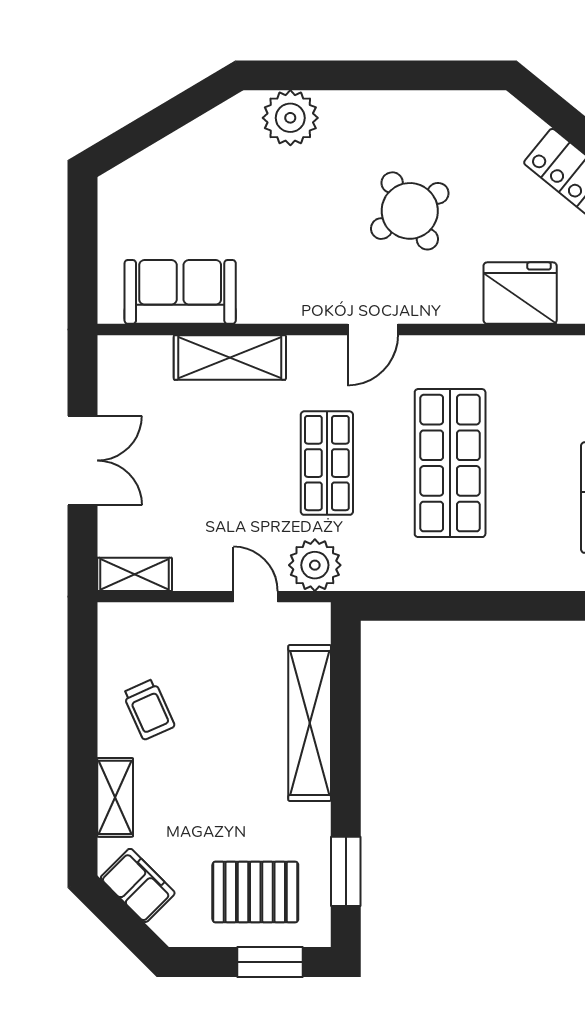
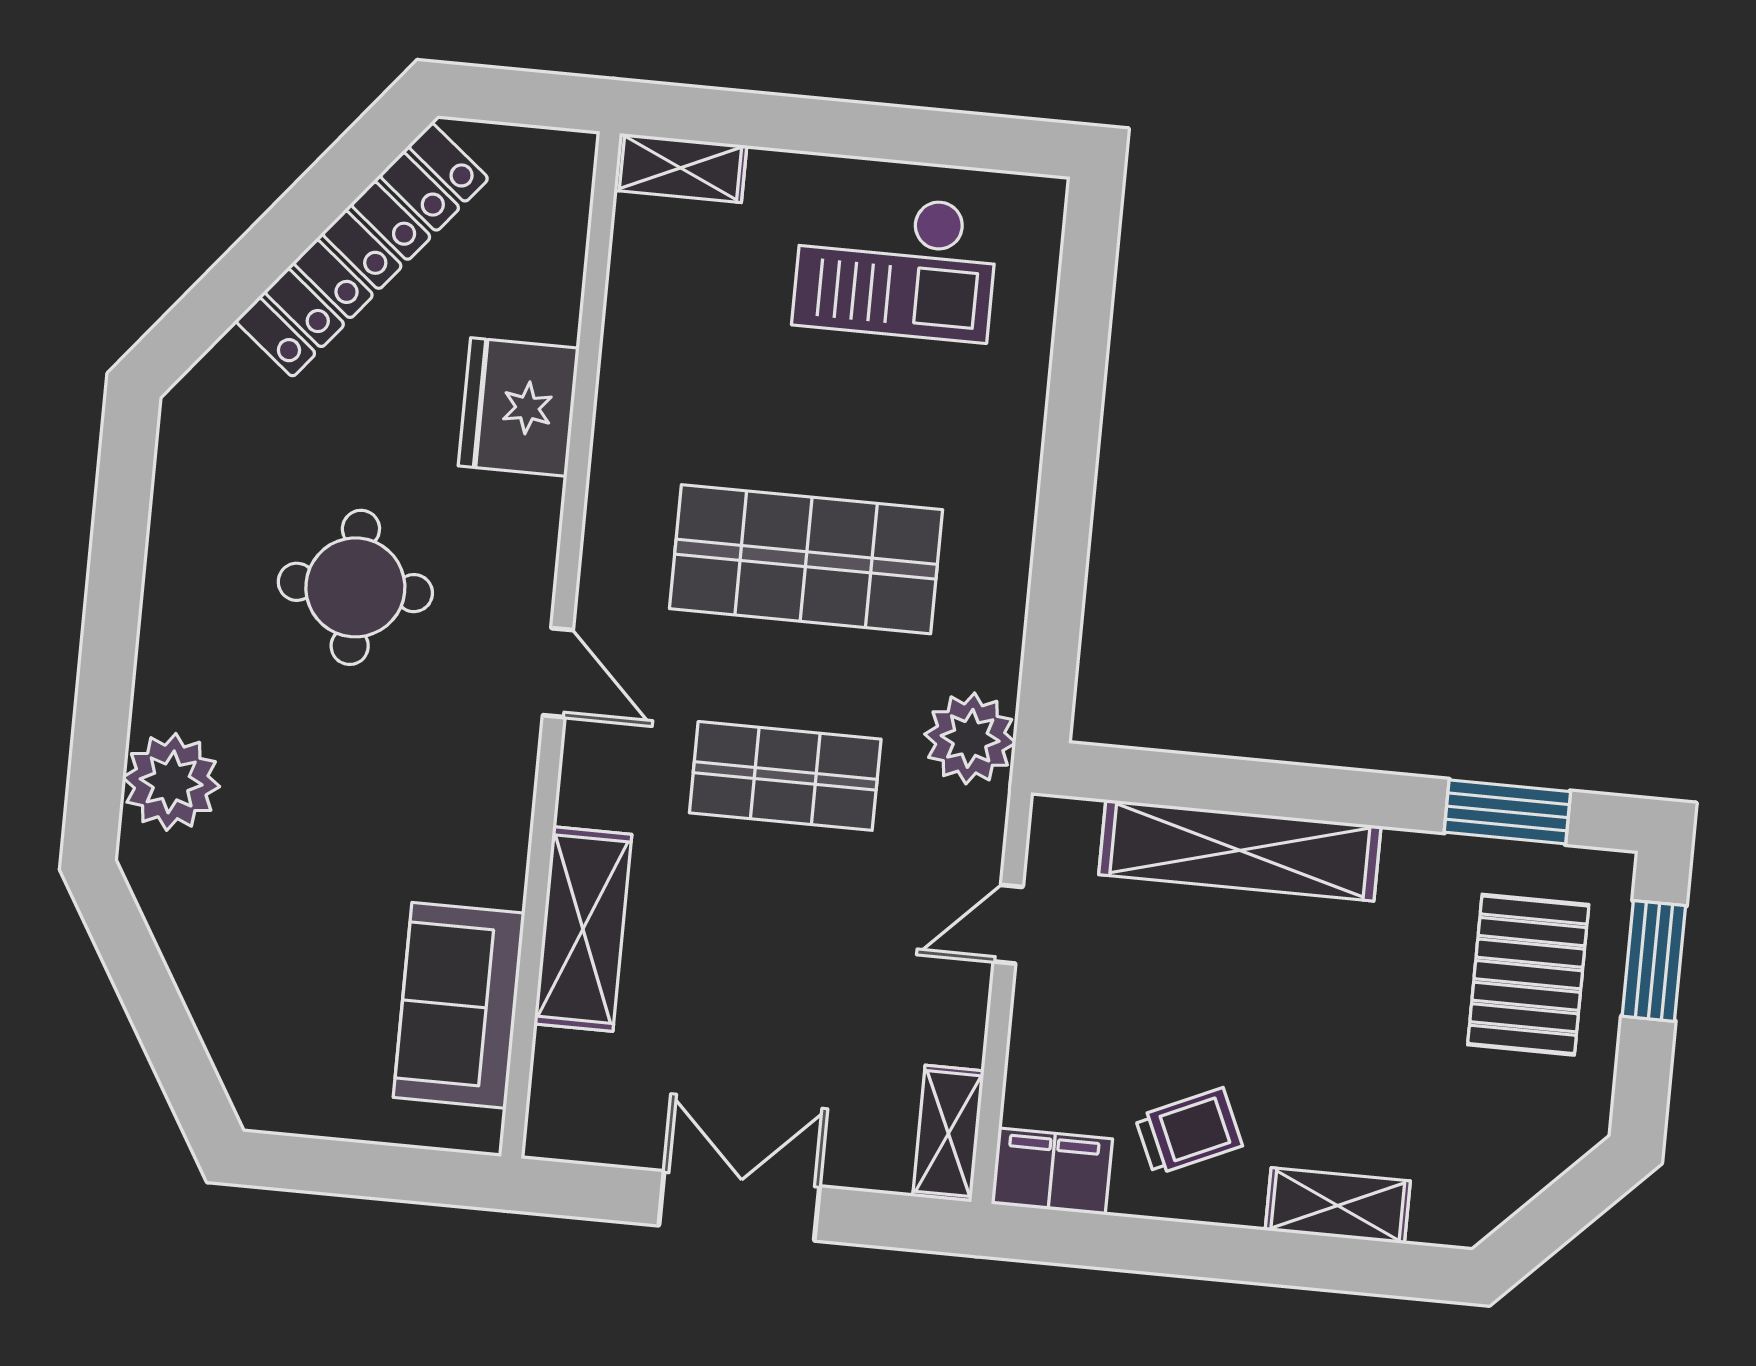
round table: (410, 211) -> (355, 587), turned 32
plant: (315, 565) -> (970, 738), moved
filing cabinet: (138, 885) -> (1052, 1171), moved, turned 45

